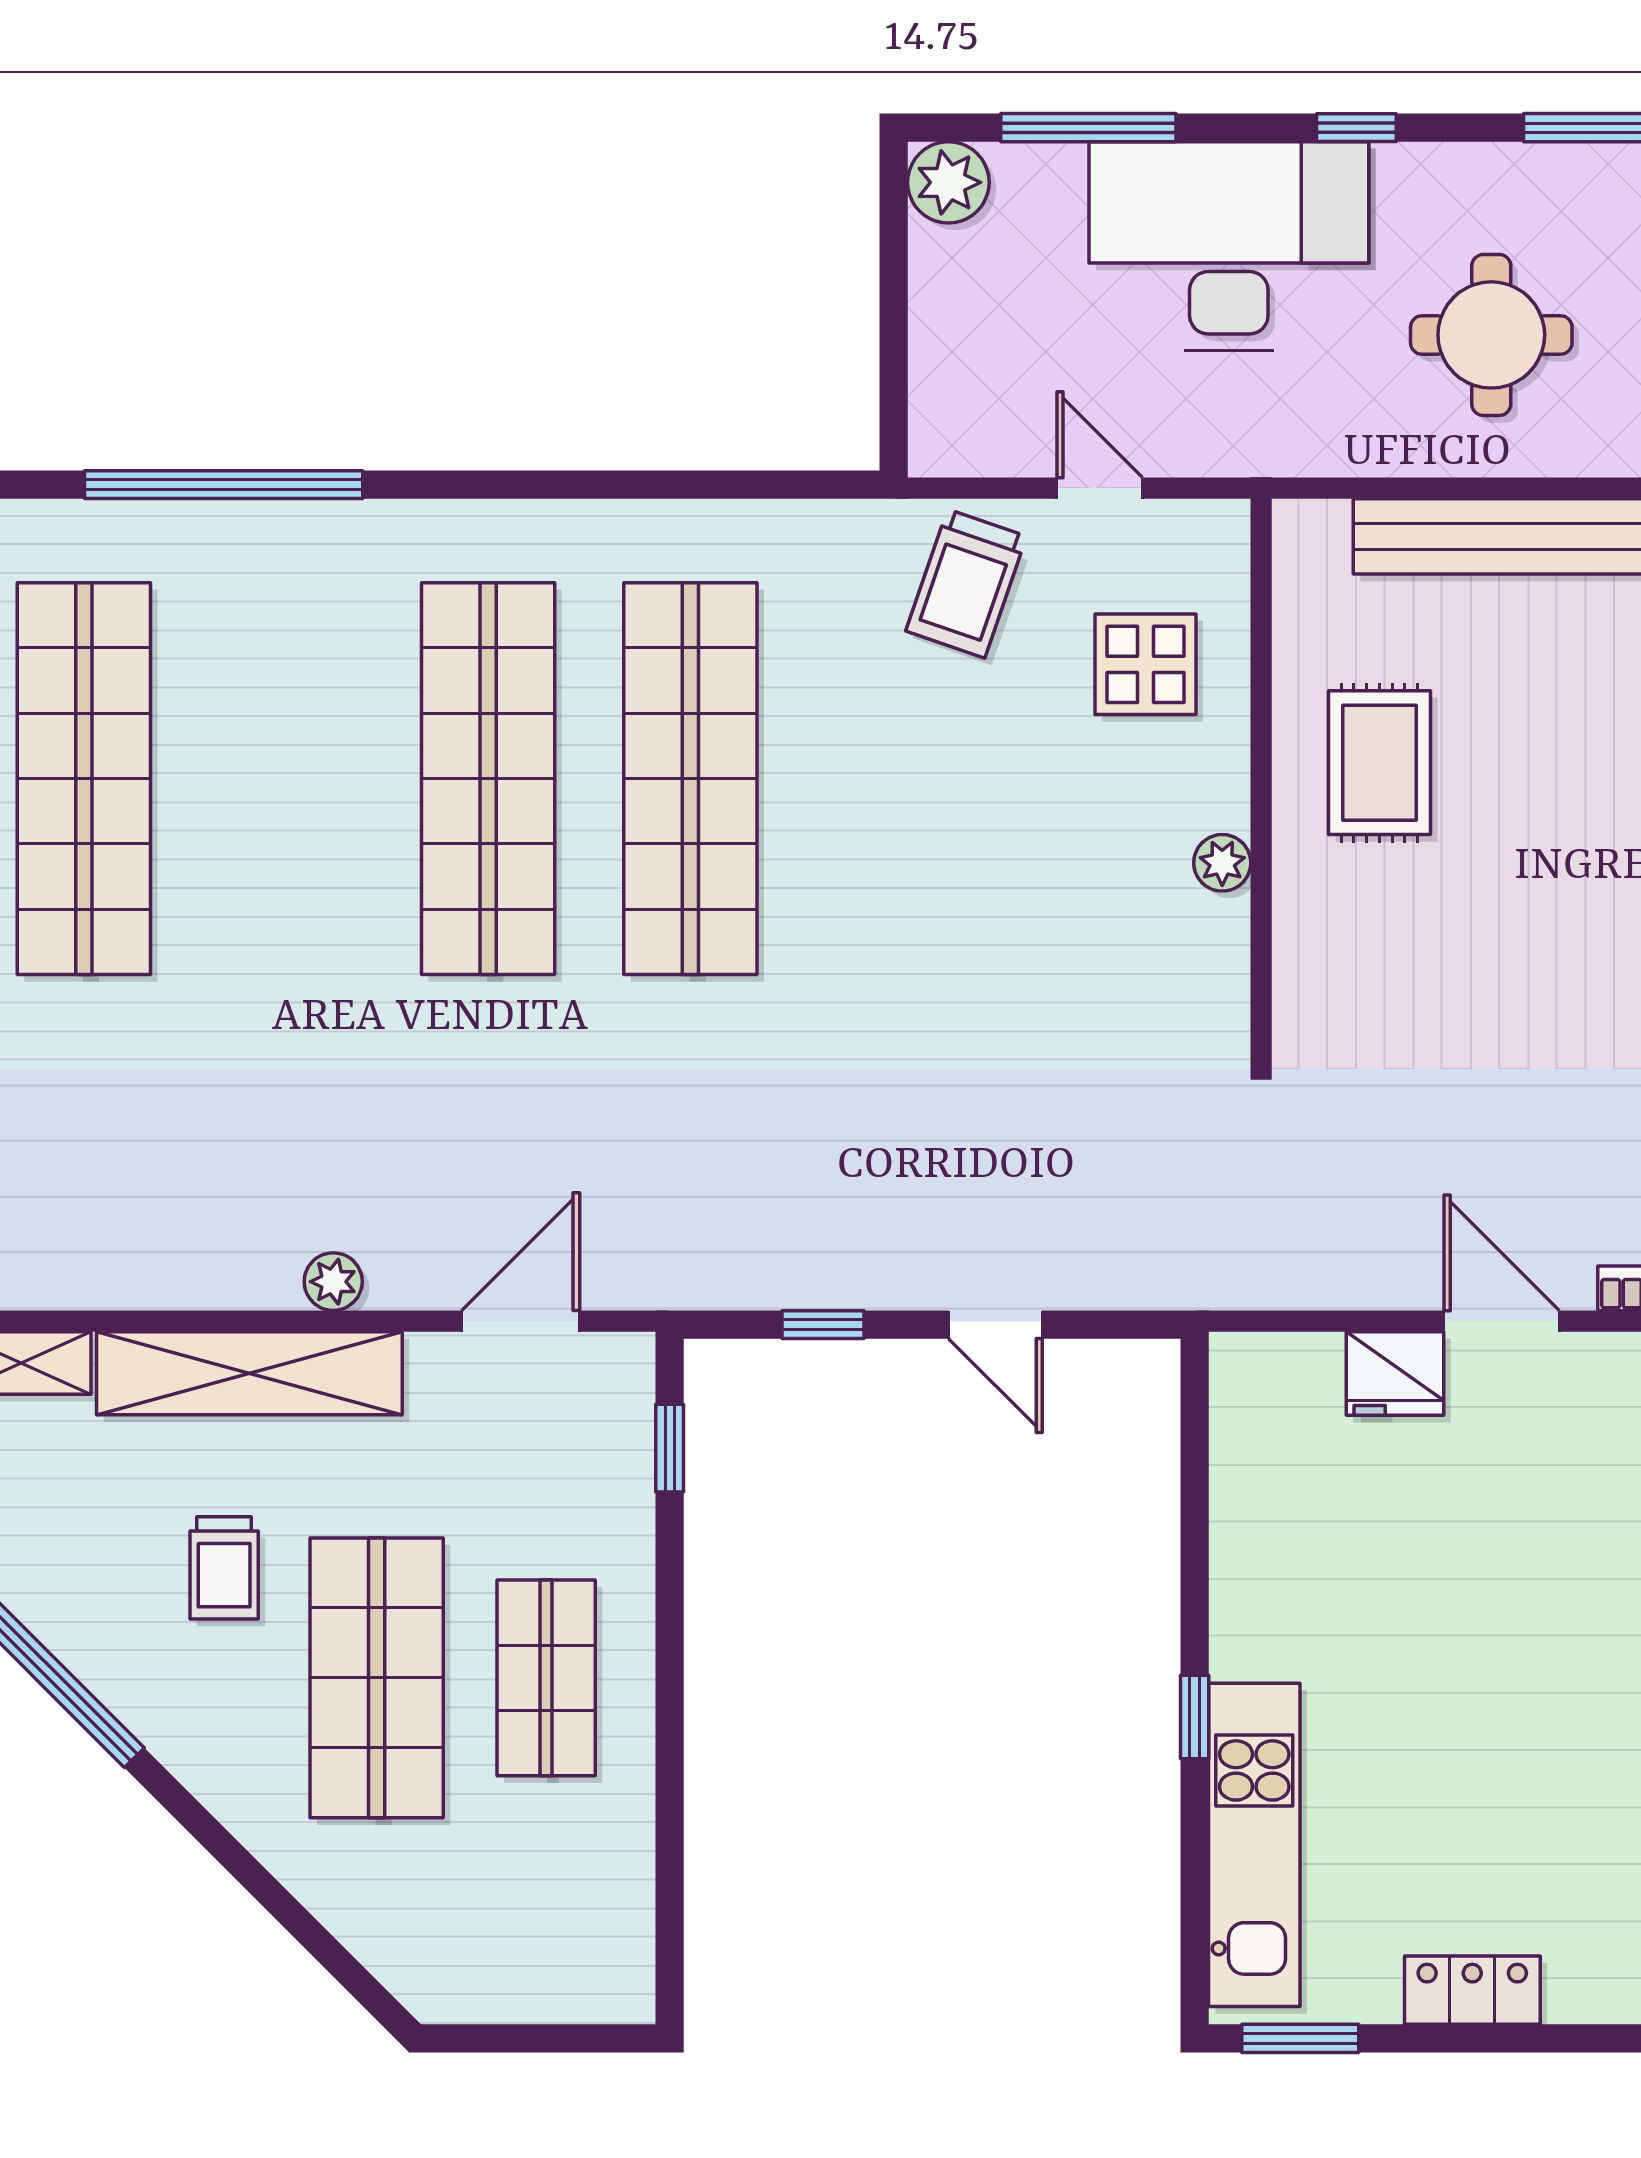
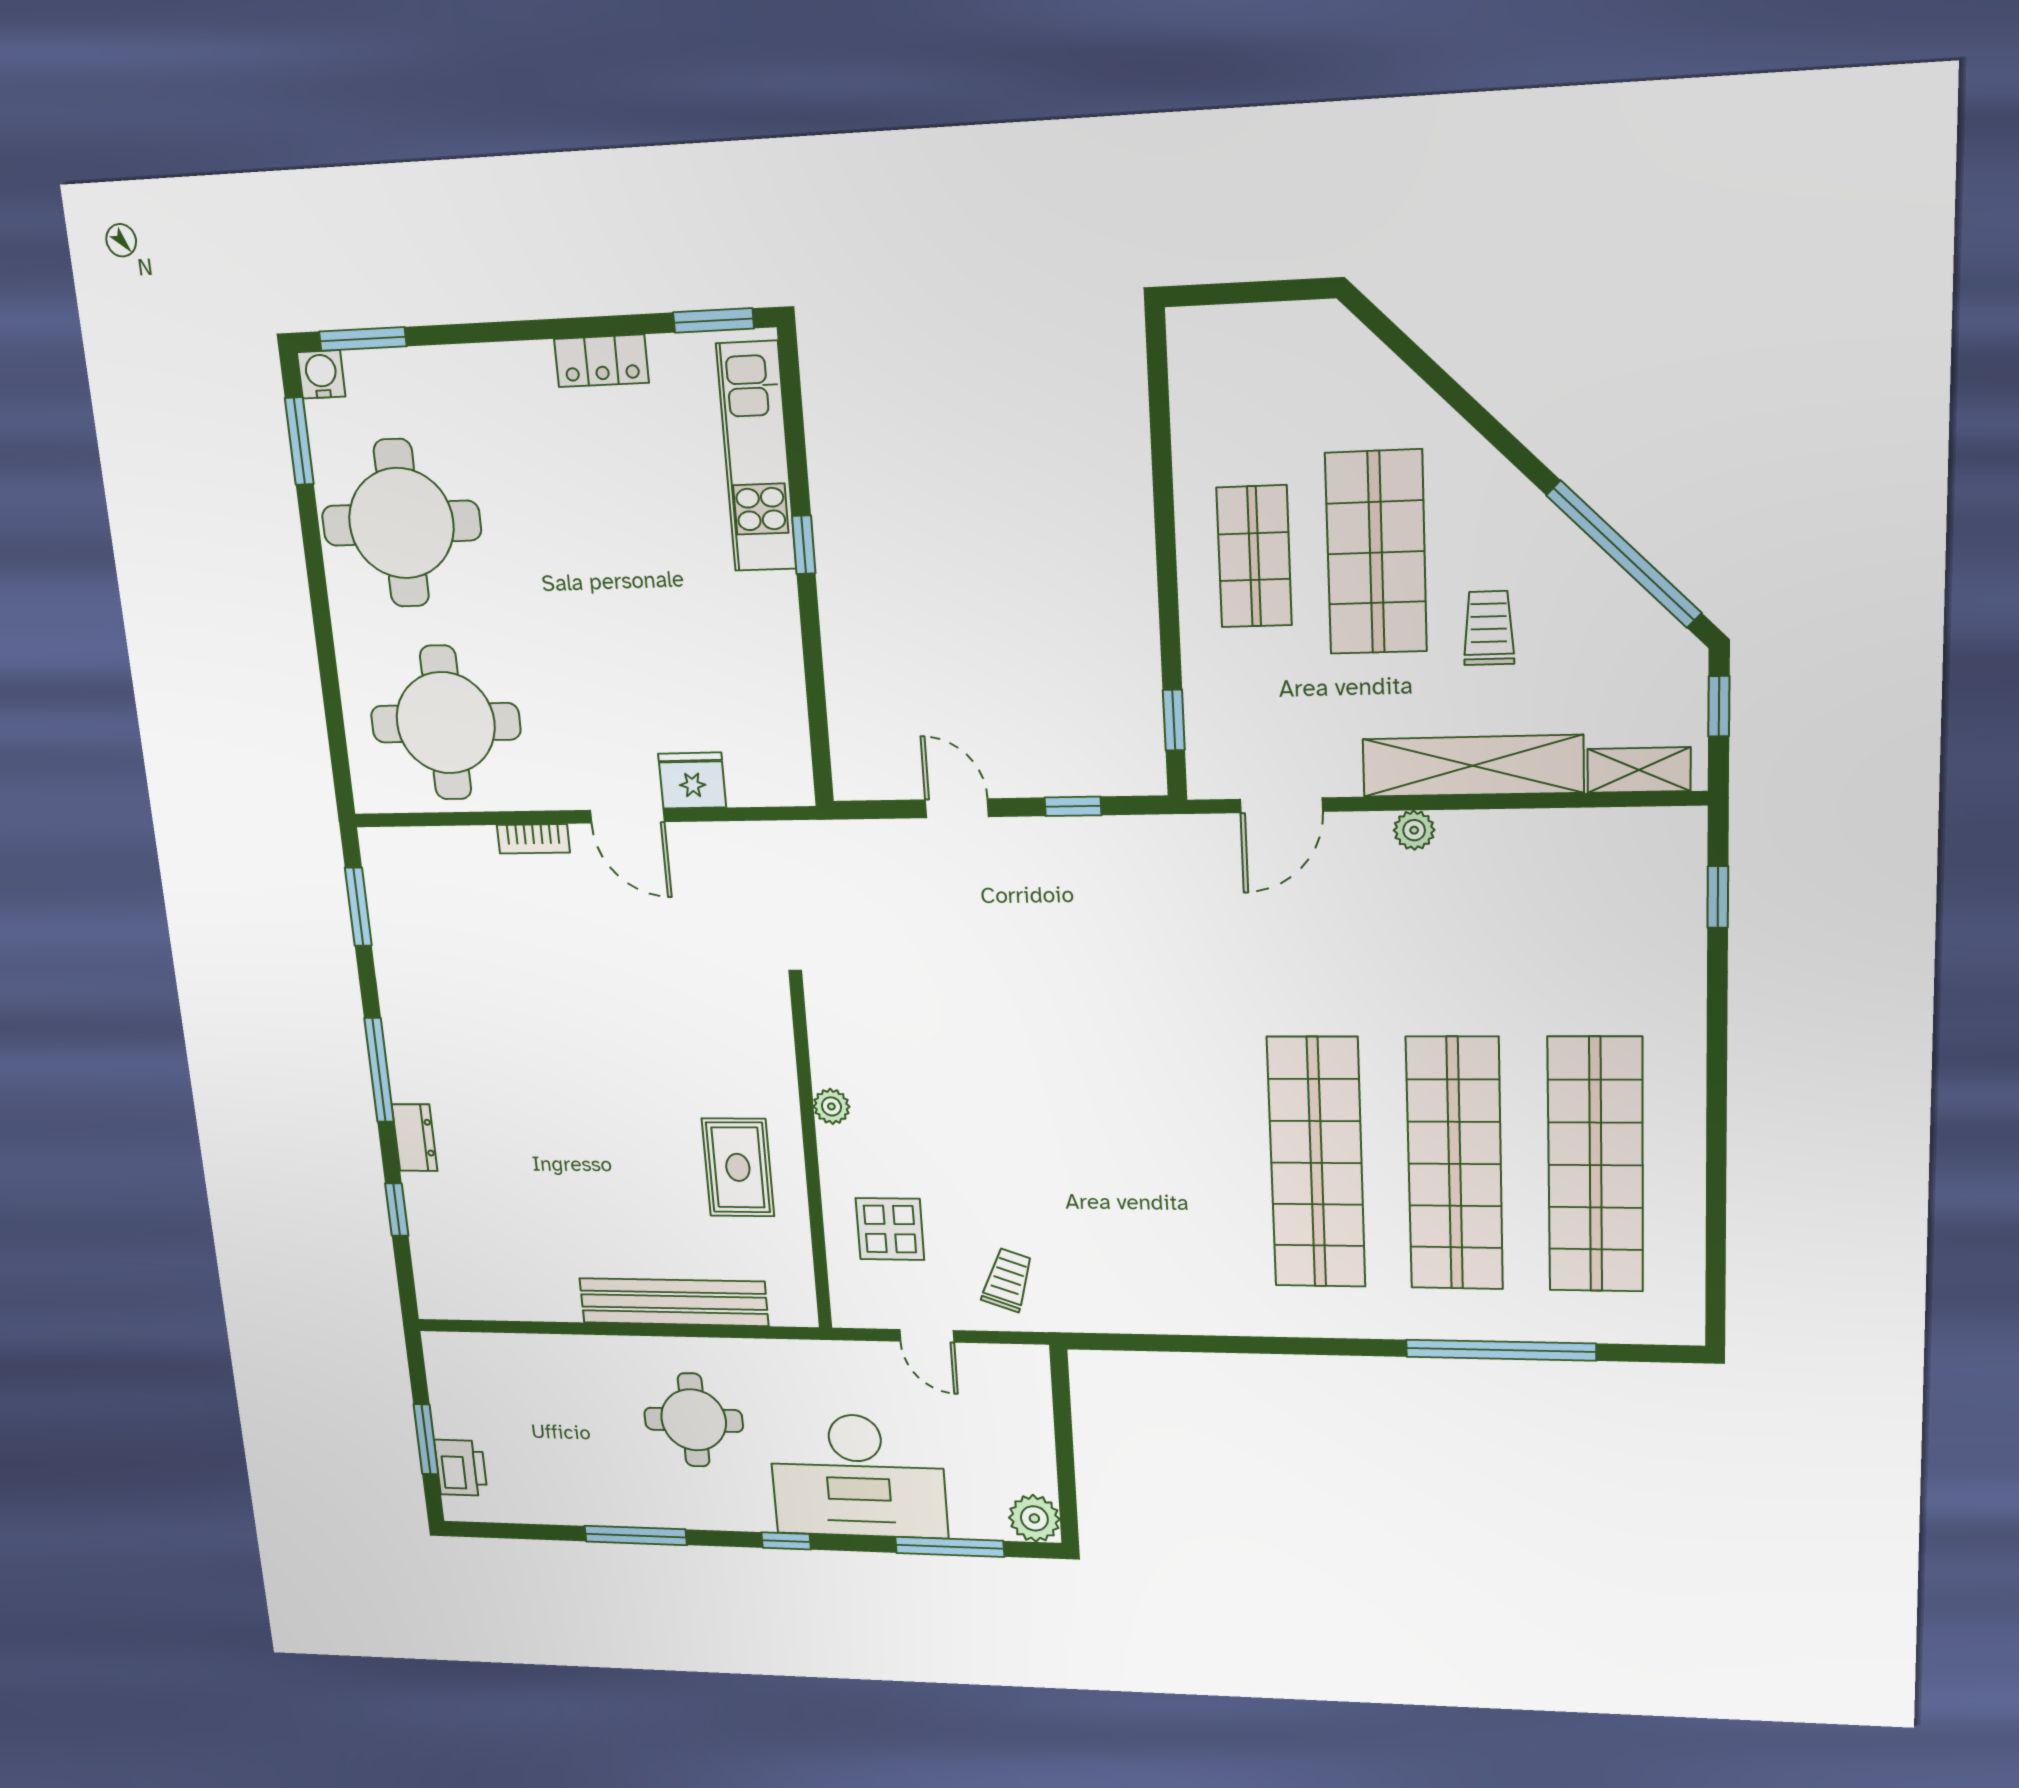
trolley: (966, 584) -> (1008, 1280), width x0.73, depth x0.72
shop shelf: (690, 779) -> (1455, 1164), moved

